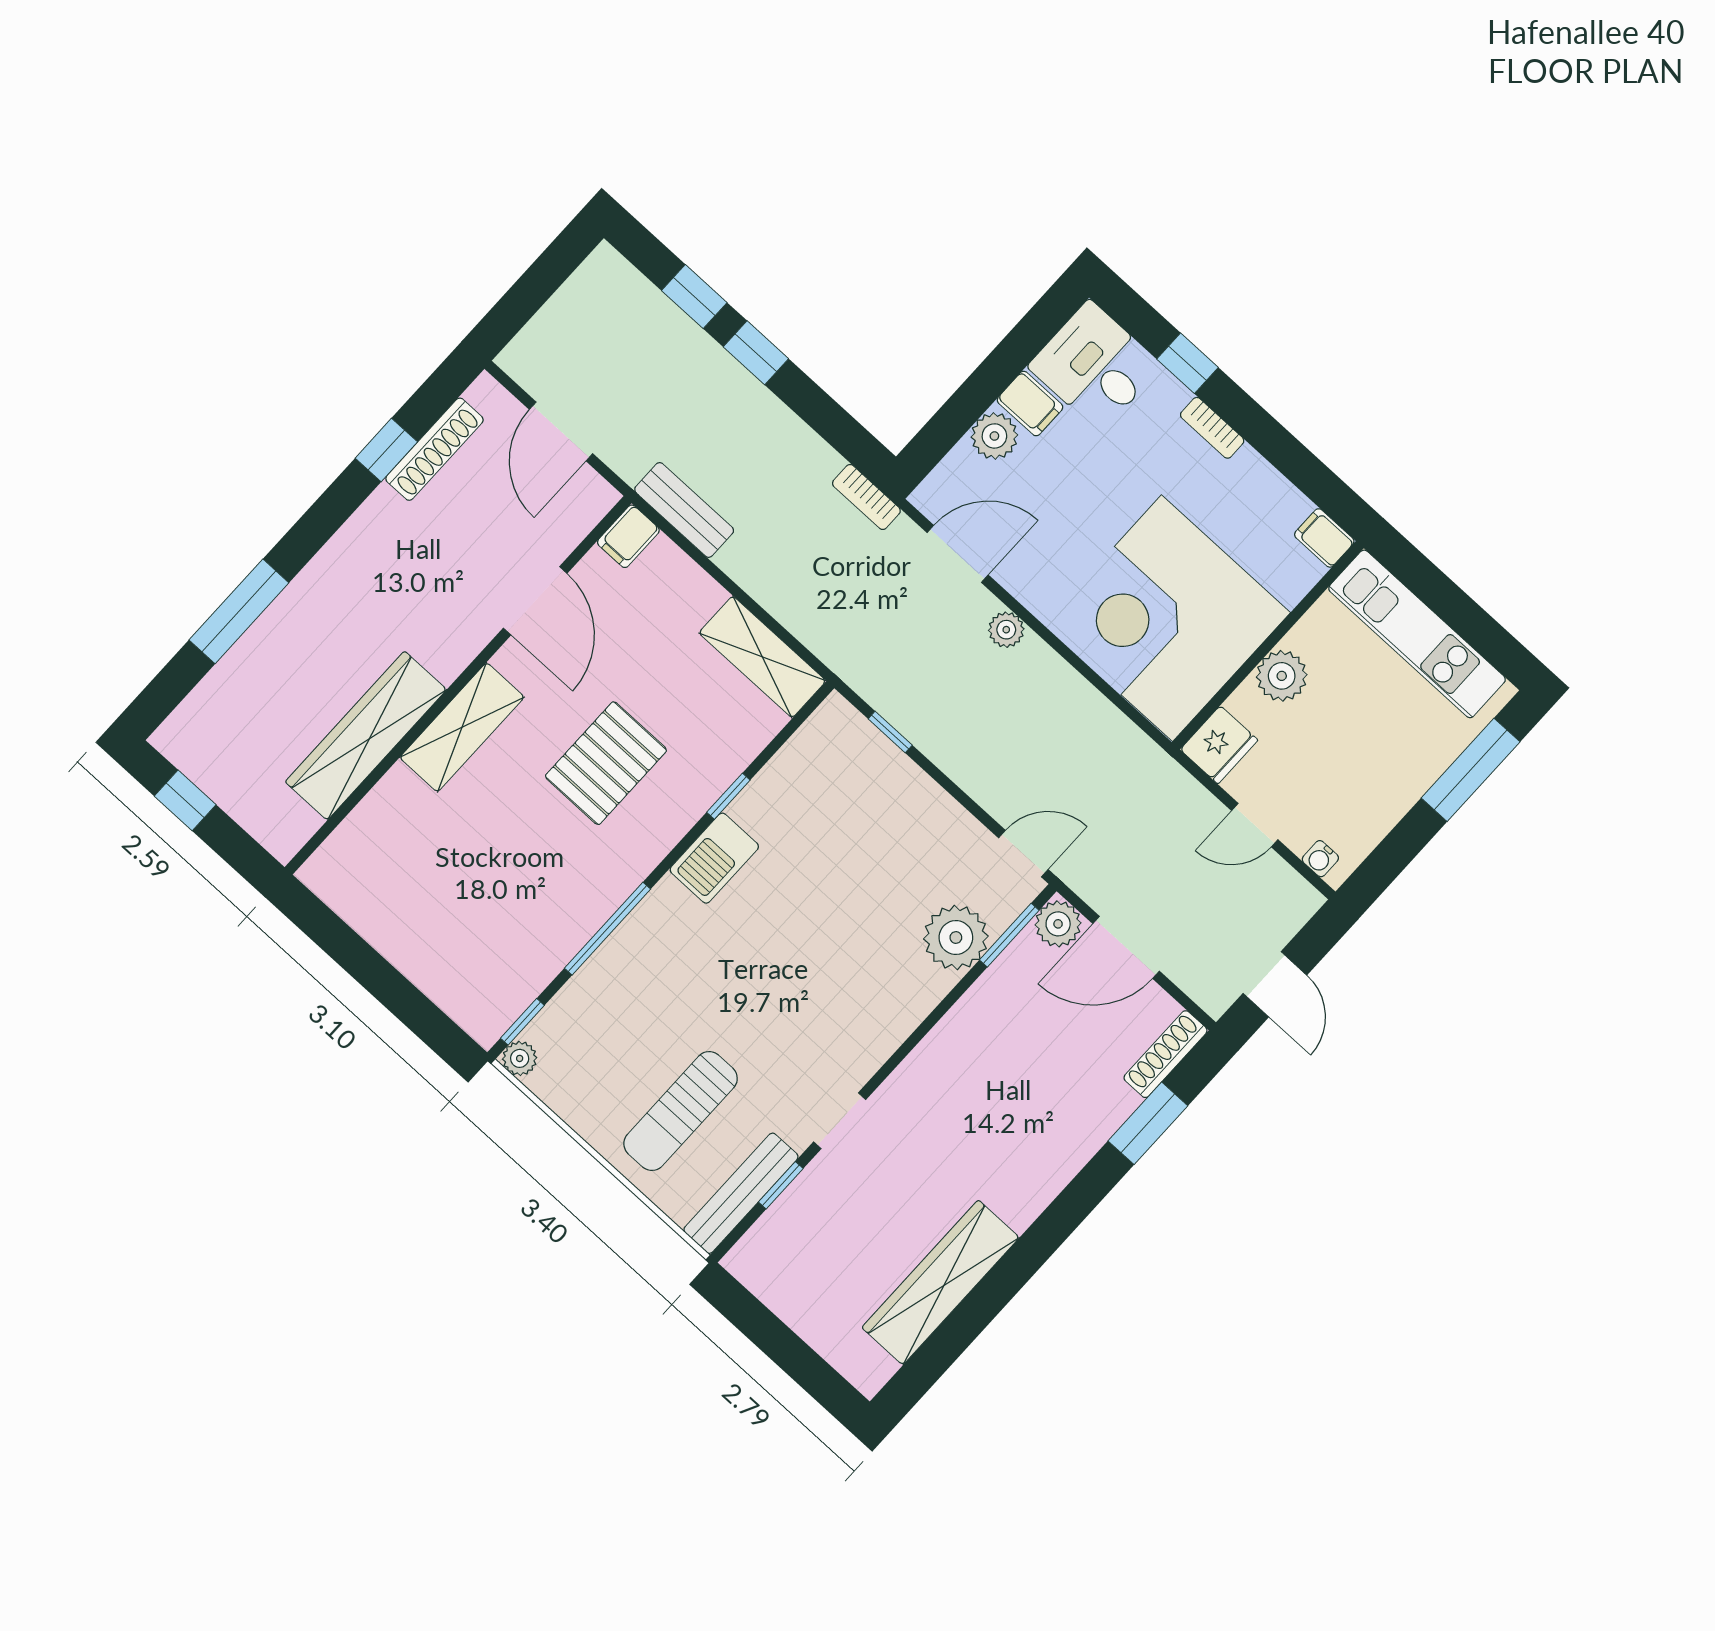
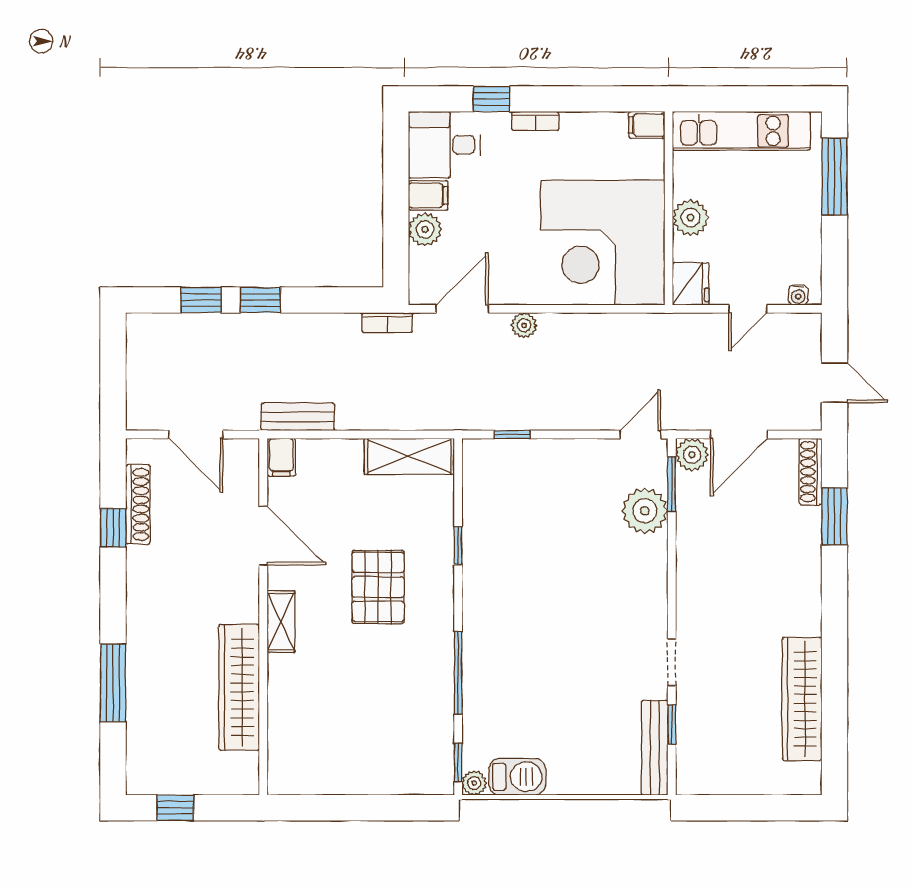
shelving: (462, 727) -> (281, 622), width x0.67, depth x0.75
barbecue: (714, 858) -> (517, 777), moved, turned -90
sun lounger: (681, 1111) -> (584, 733), removed

